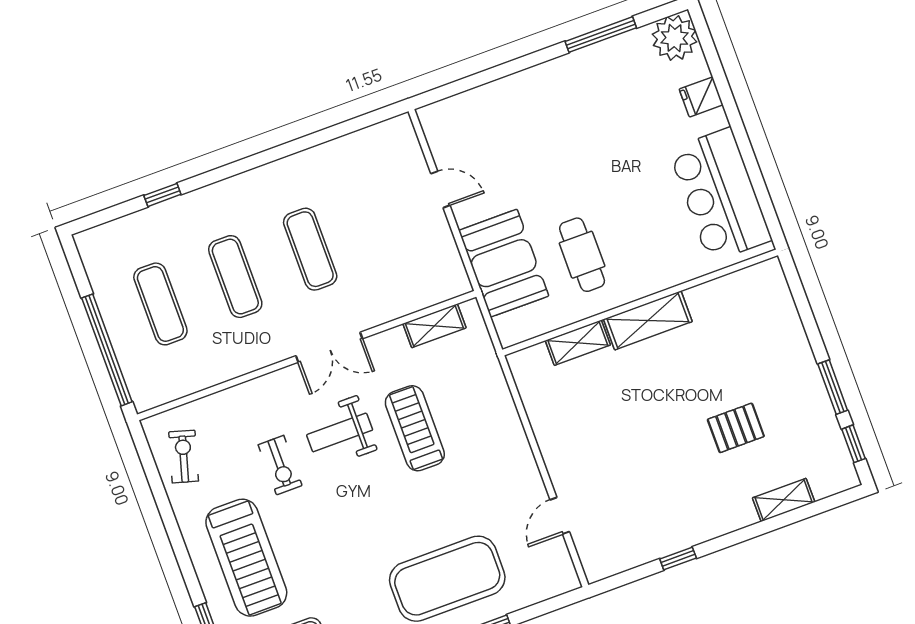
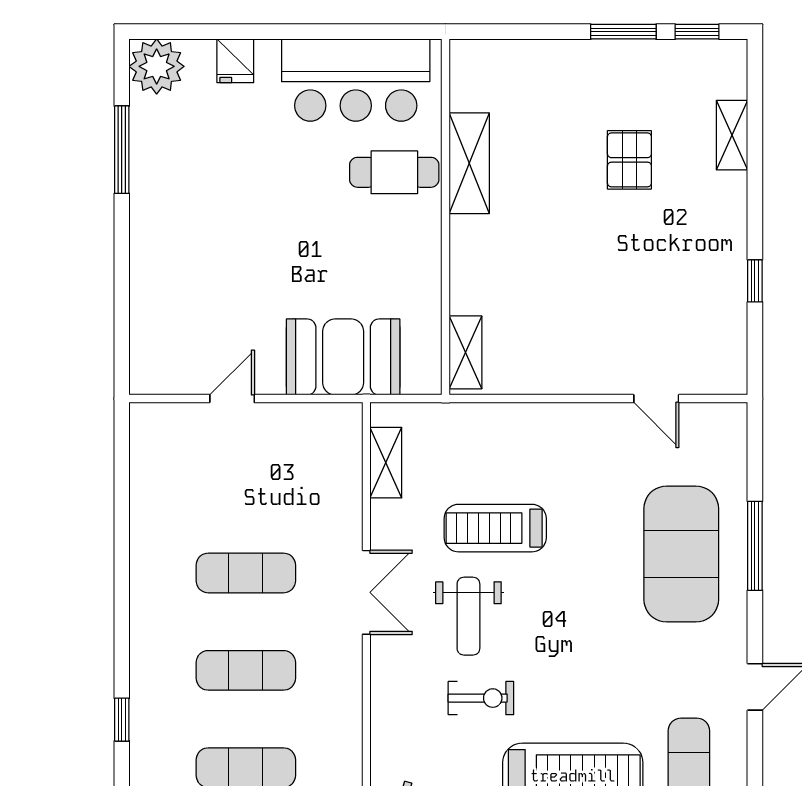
cafe table: (582, 255) -> (394, 172), moved
shelving: (648, 320) -> (469, 163), moved
shelving: (578, 343) -> (466, 352), moved

